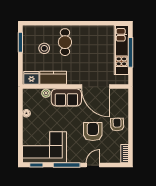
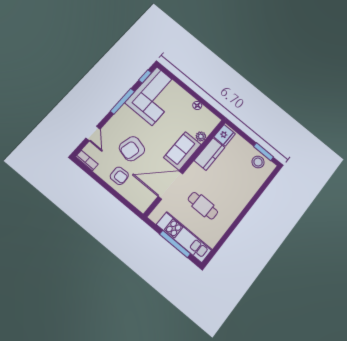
cafe table: (65, 42) -> (203, 206), moved
stool: (44, 48) -> (258, 162), moved
armchair: (93, 132) -> (132, 149), turned 104
door: (93, 165) -> (93, 134), moved

